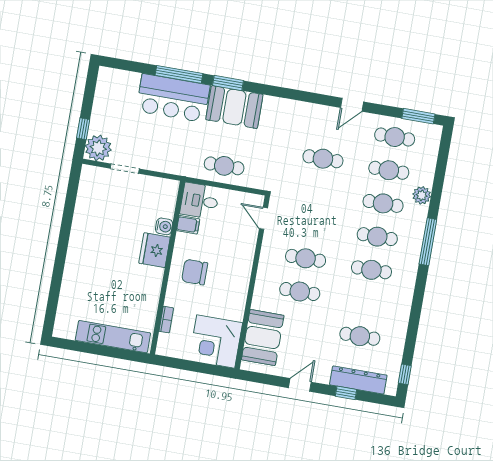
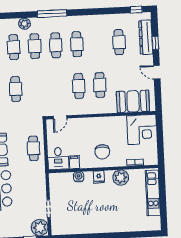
fridge: (155, 250) -> (99, 177), width x0.53, depth x0.75
plant: (148, 292) -> (121, 177), added

